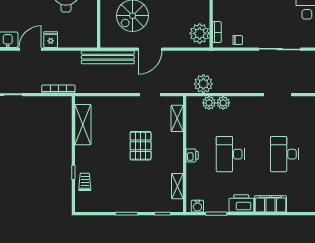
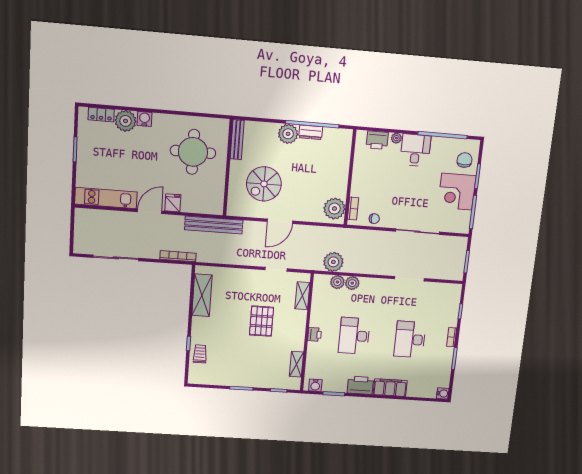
bench: (108, 57) -> (214, 225), moved

